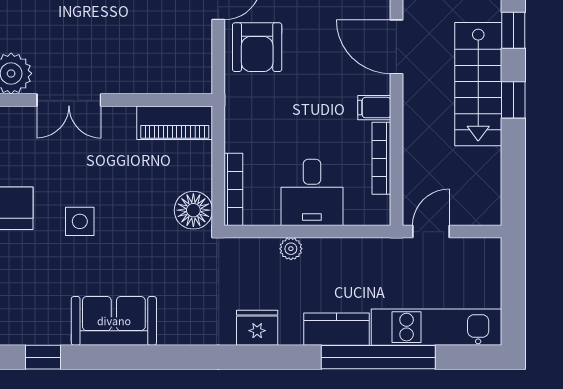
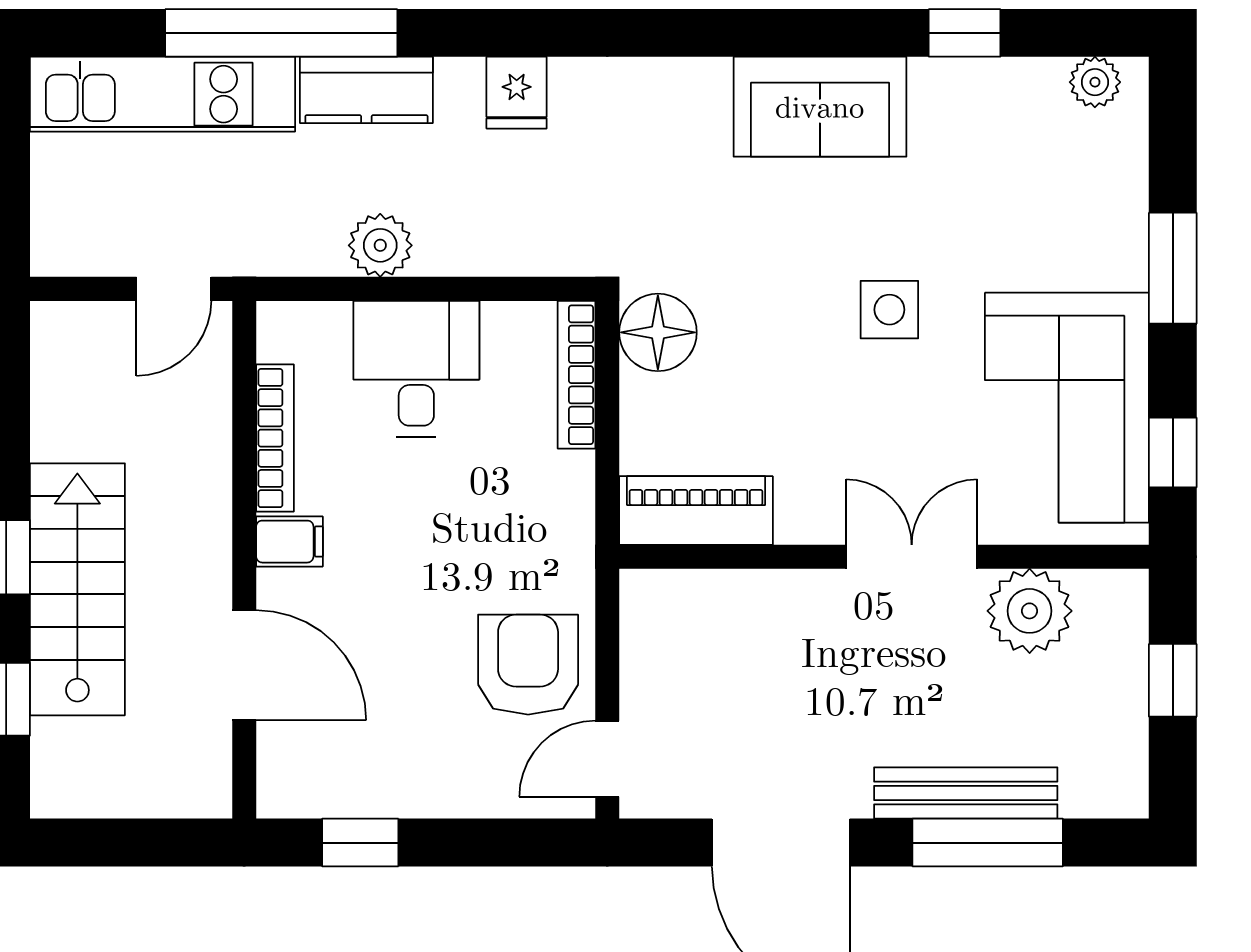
plant: (291, 249) -> (380, 245), moved, width x1.38, depth x1.38
fridge: (257, 328) -> (517, 93), width x0.72

